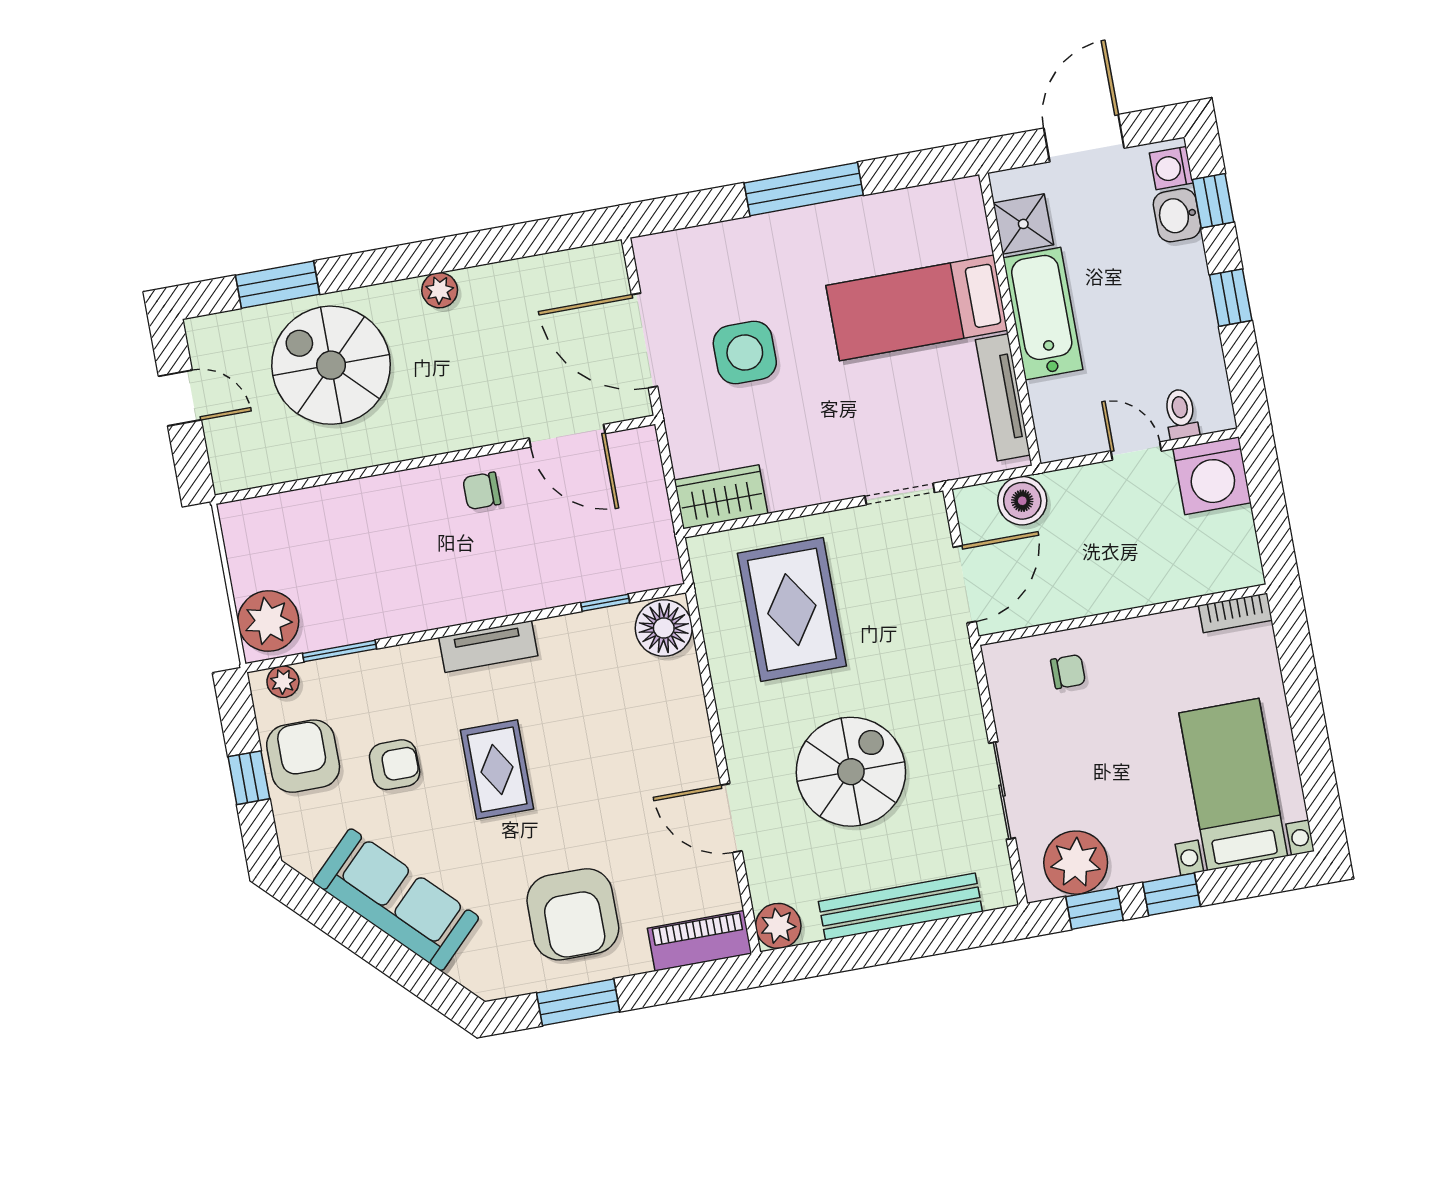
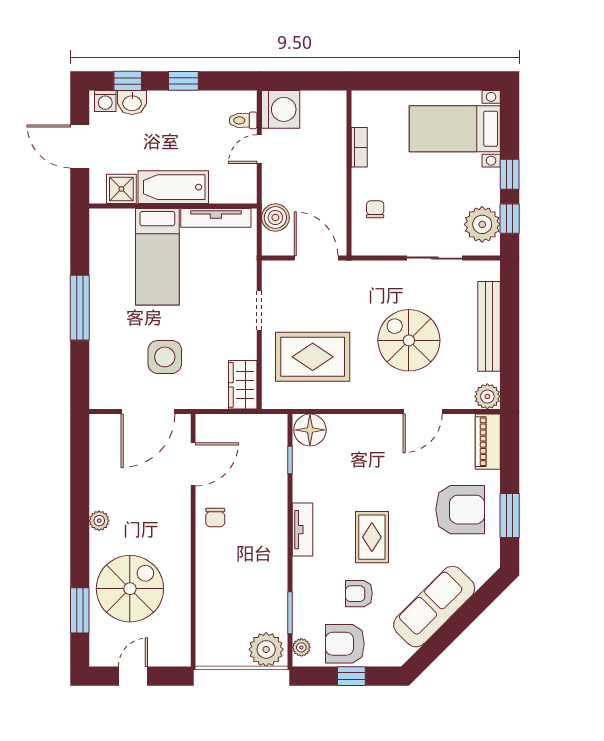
spiral stairs: (331, 365) -> (130, 589), turned 180
doorway: (900, 494) -> (259, 311), moved
bookcase: (1235, 613) -> (359, 147), moved
armchair: (395, 765) -> (359, 594), turned -90
rug: (497, 770) -> (372, 537), turned 90

